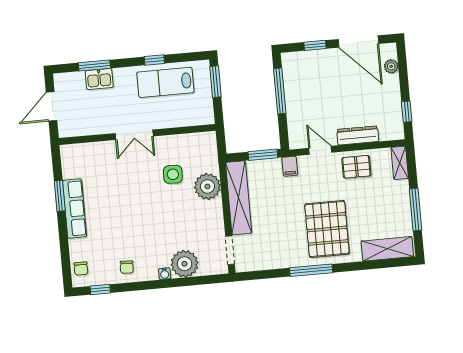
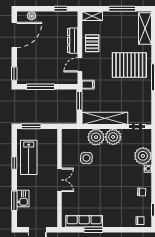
window: (315, 45) -> (14, 74), moved
row of seats: (75, 209) -> (84, 221), moved
plant: (210, 214) -> (113, 137), added

